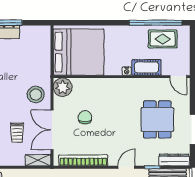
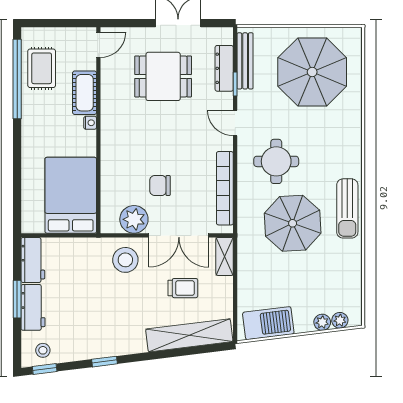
workbench: (36, 33) -> (33, 260), added
bed: (79, 52) -> (71, 195), width x0.73
plant: (63, 87) -> (134, 219), moved
dresser: (174, 160) -> (224, 68), moved

